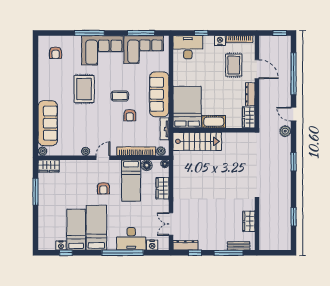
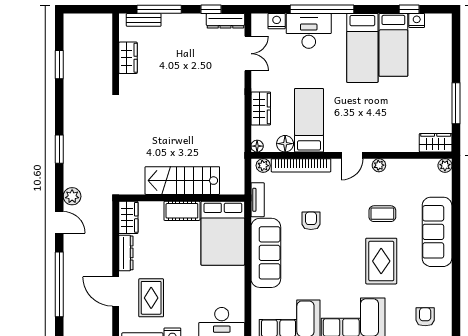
coffee table: (120, 96) -> (382, 214), moved
sofa: (48, 123) -> (437, 232), moved
stairs: (197, 141) -> (182, 181), moved
armchair: (103, 188) -> (352, 108), removed

